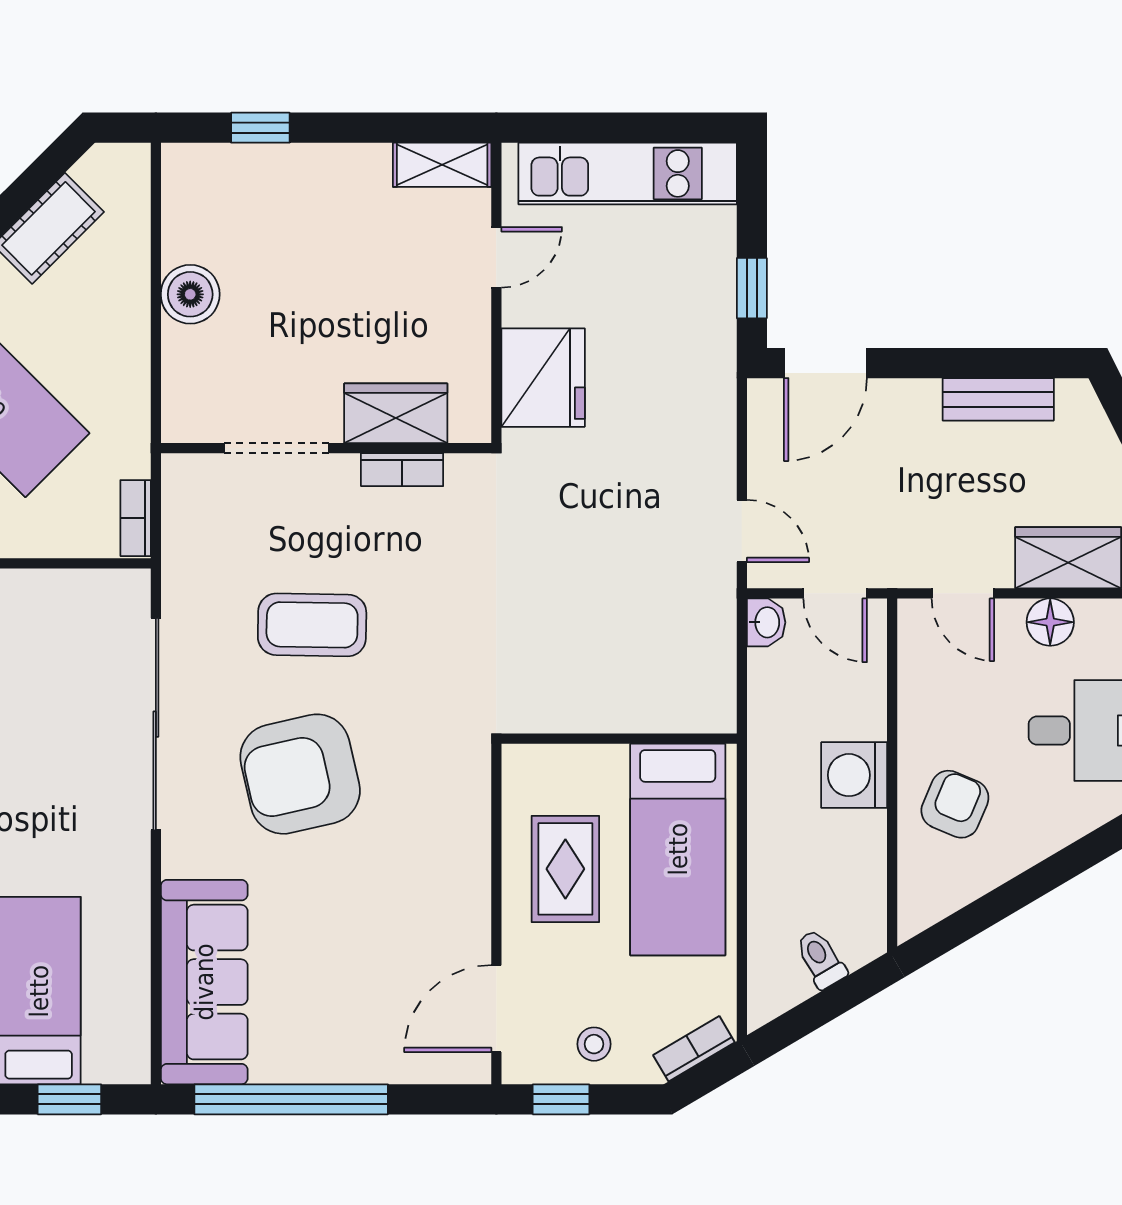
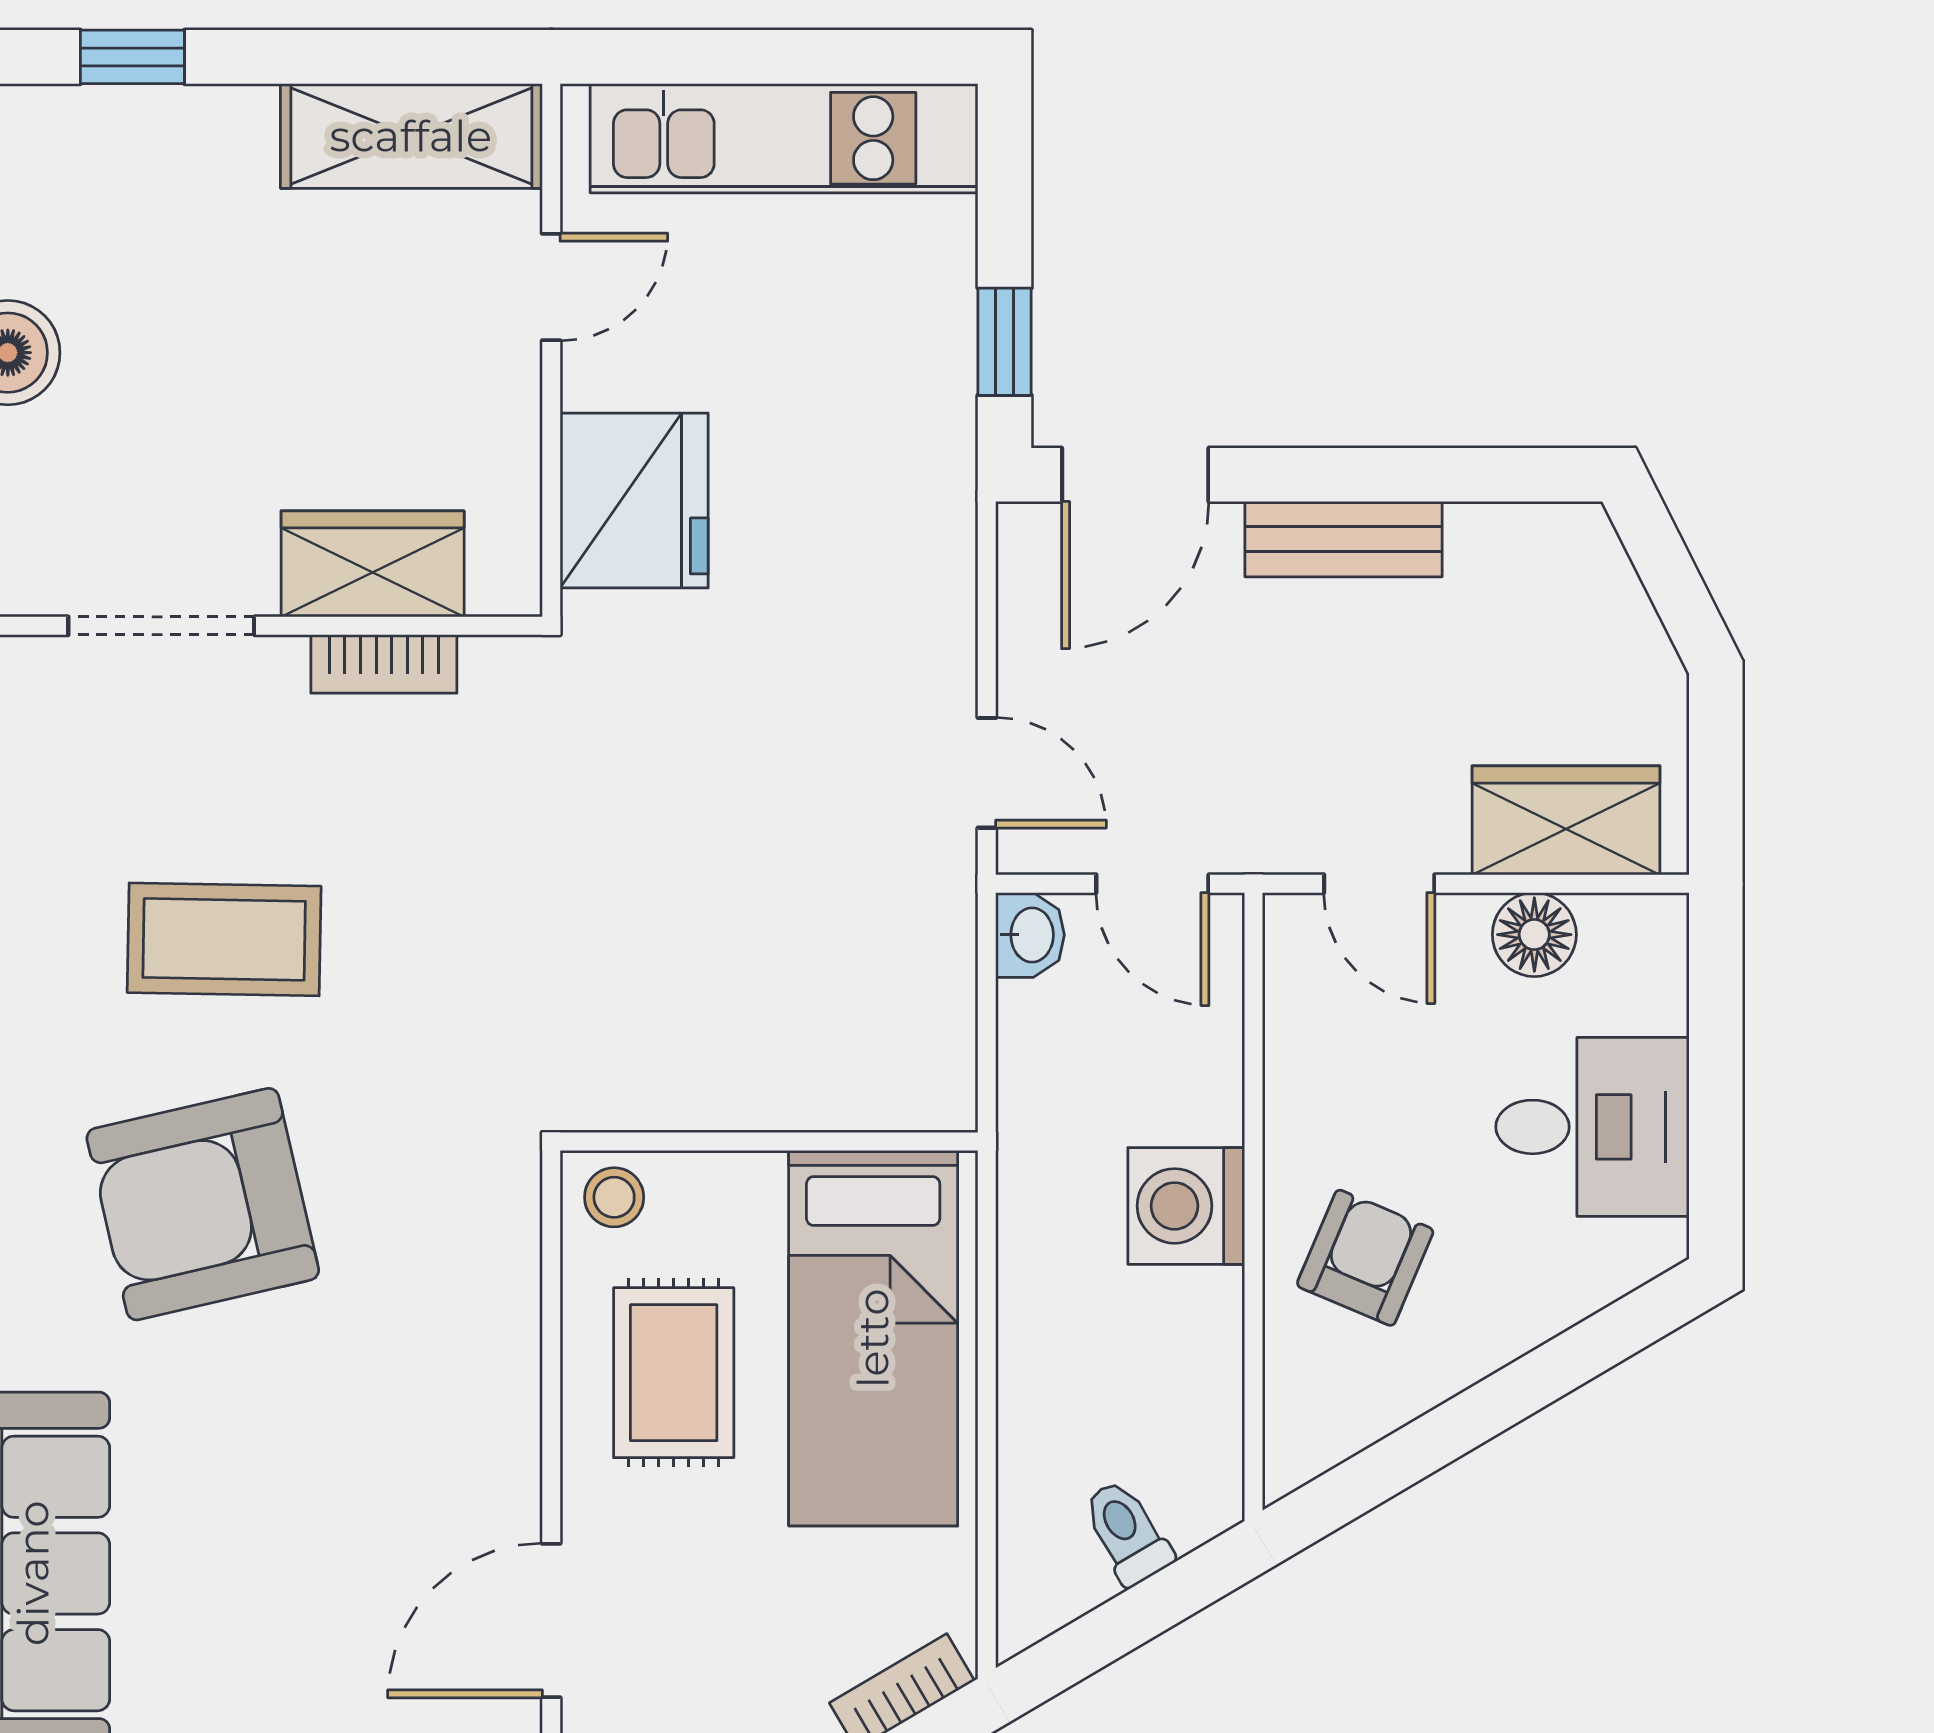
shelving: (442, 165) -> (411, 136), width x1.50, depth x1.33
bench: (998, 399) -> (1344, 539), moved
stool: (594, 1044) -> (614, 1197), moved

